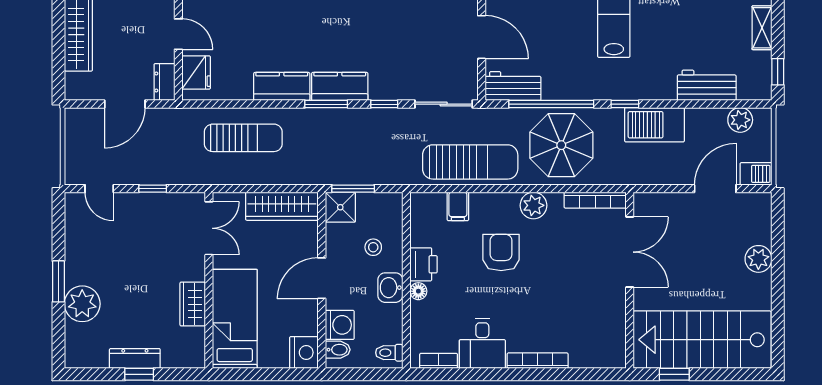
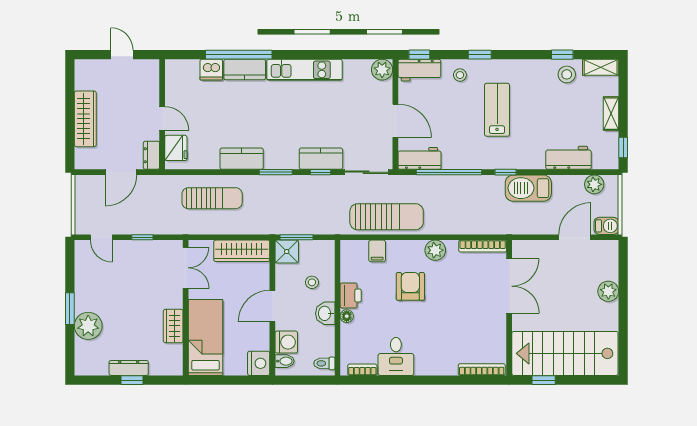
kitchen counter: (340, 86) -> (321, 159), moved
parasol: (561, 145) -> (457, 204), removed
bookcase: (538, 361) -> (482, 370), moved

